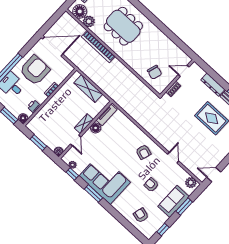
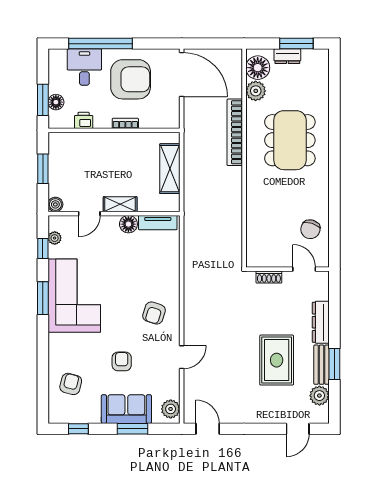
chair: (155, 72) -> (310, 229), moved
floor lamp: (23, 118) -> (56, 102), moved

